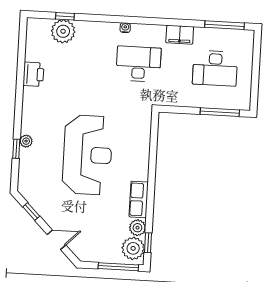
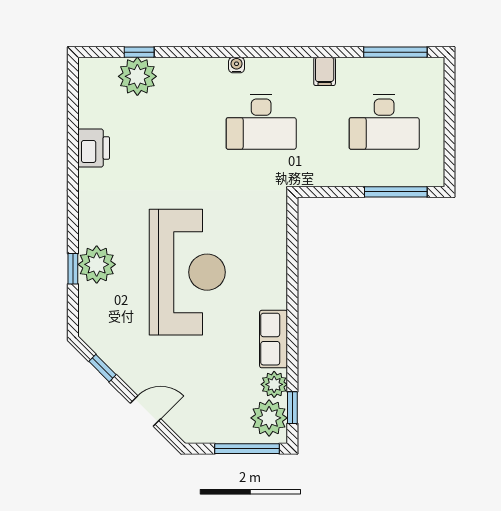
filing cabinet: (180, 35) -> (325, 71), width x0.50
desk: (139, 64) -> (261, 122), turned 180
plant: (26, 141) -> (97, 264), width x1.88, depth x1.88

